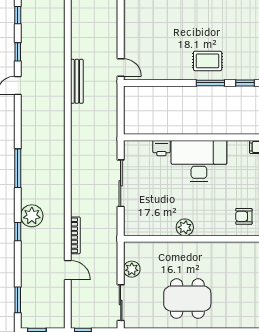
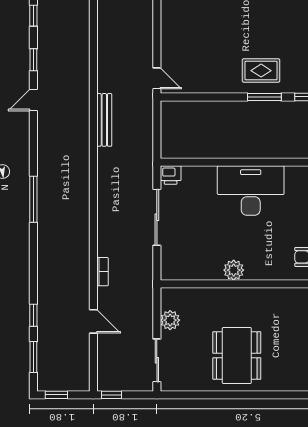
bench: (77, 81) -> (104, 120), moved
printer: (161, 148) -> (171, 175), moved
plant: (32, 216) -> (50, 256), removed
window: (18, 232) -> (33, 315), moved
bookcase: (75, 235) -> (103, 272), width x0.64
dining table: (187, 299) -> (237, 355), turned 90

